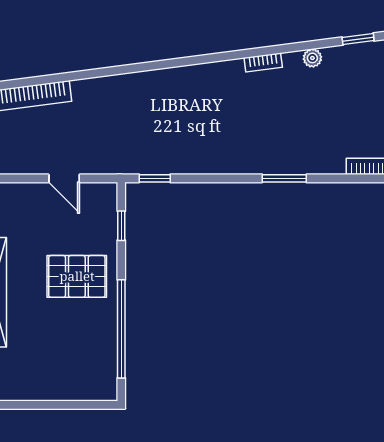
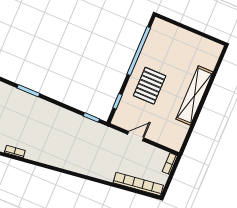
door: (64, 178) -> (136, 136), hinge flipped
pallet: (77, 276) -> (150, 86), turned 90

